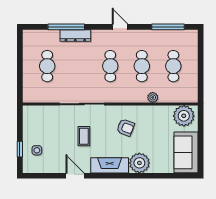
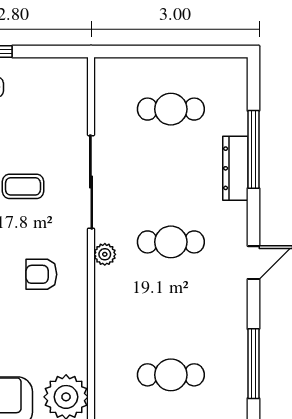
cafe table: (142, 66) -> (171, 308), removed
plant: (153, 97) -> (105, 254), moved
armchair: (126, 128) -> (41, 274), turned 69

